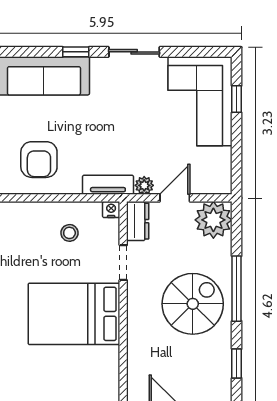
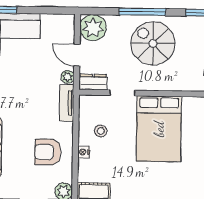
armchair: (39, 160) -> (48, 152), turned 180
nightstand: (111, 210) -> (84, 152), moved

